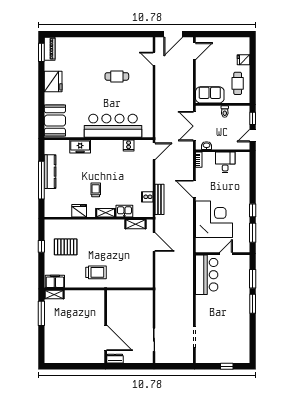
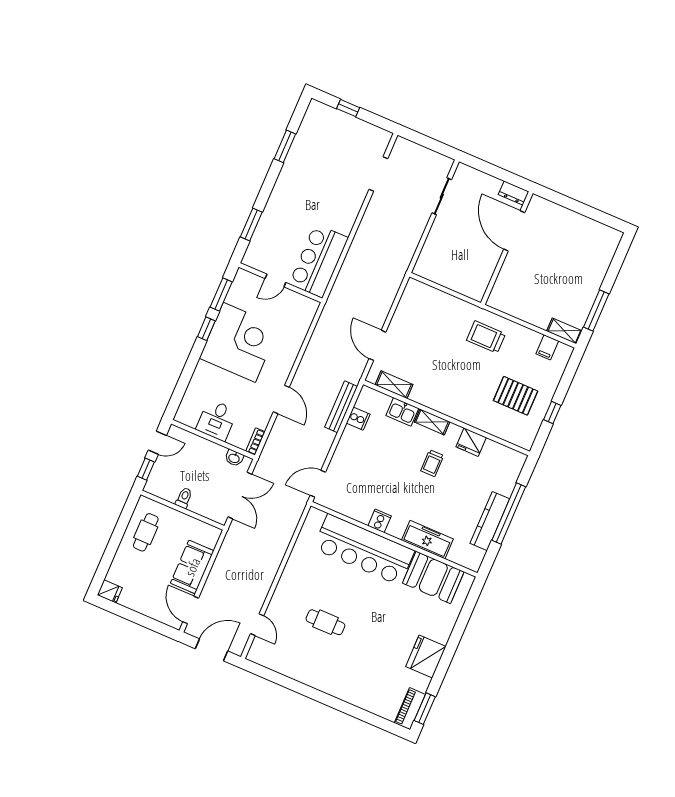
door: (194, 51) -> (191, 610), hinge flipped
fridge: (243, 60) -> (110, 591), moved
sofa: (210, 95) -> (192, 567), moved, turned 90
booth: (55, 121) -> (433, 577), moved, turned 90
cooker: (129, 145) -> (380, 521), moved
freezer: (80, 146) -> (427, 540), width x1.40
corner desk: (214, 219) -> (239, 342), moved, turned 180
filing cabinet: (55, 281) -> (547, 347), width x0.50
window: (253, 304) -> (285, 146), moved

